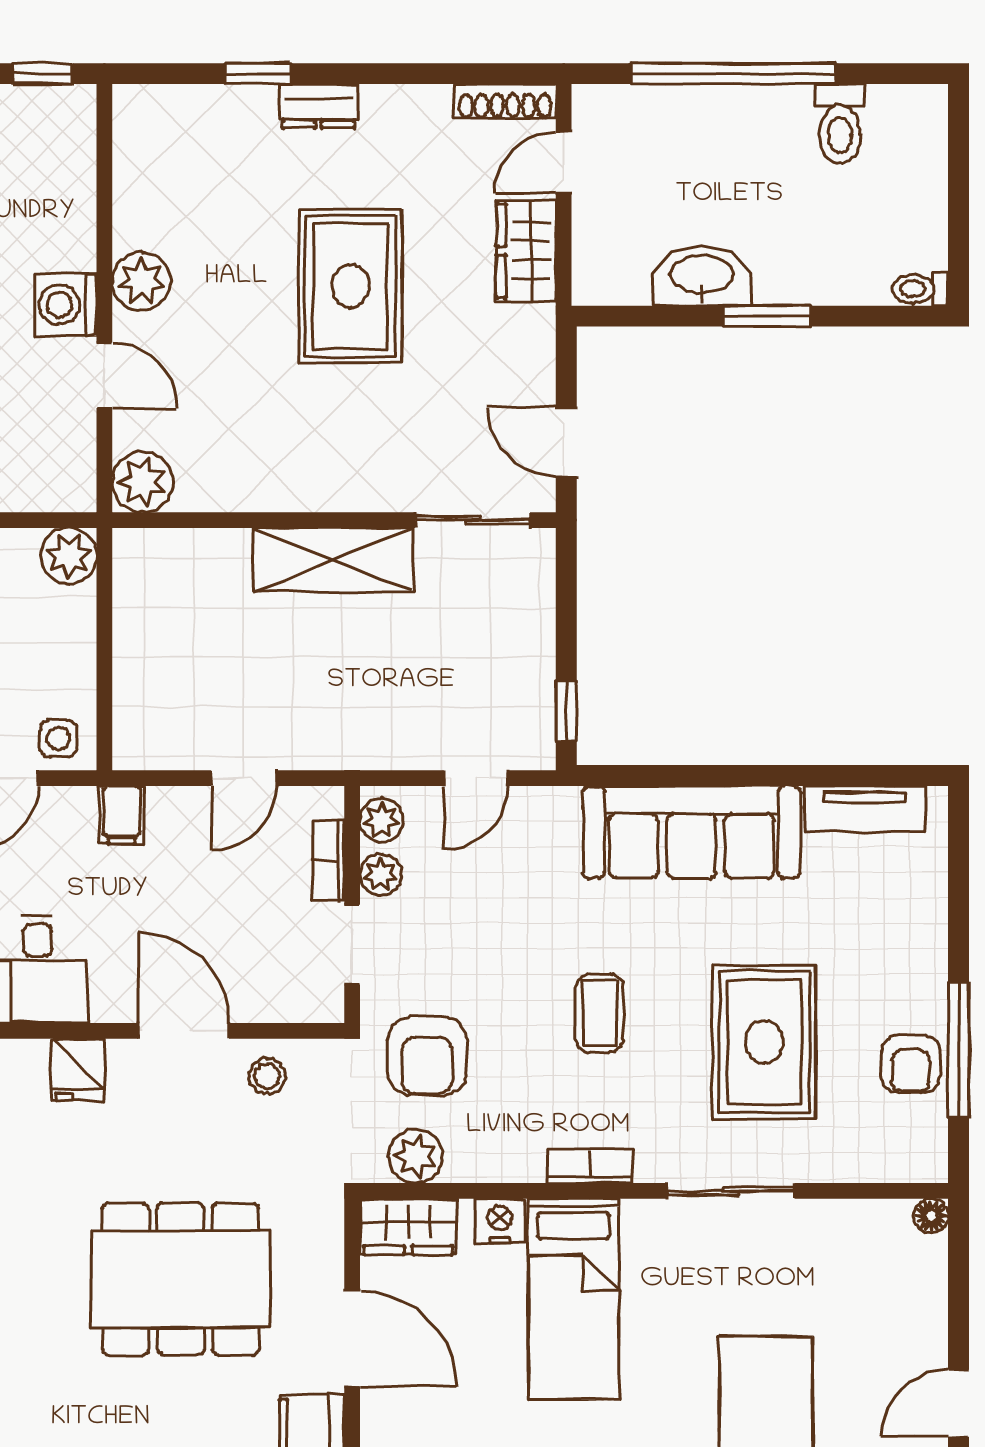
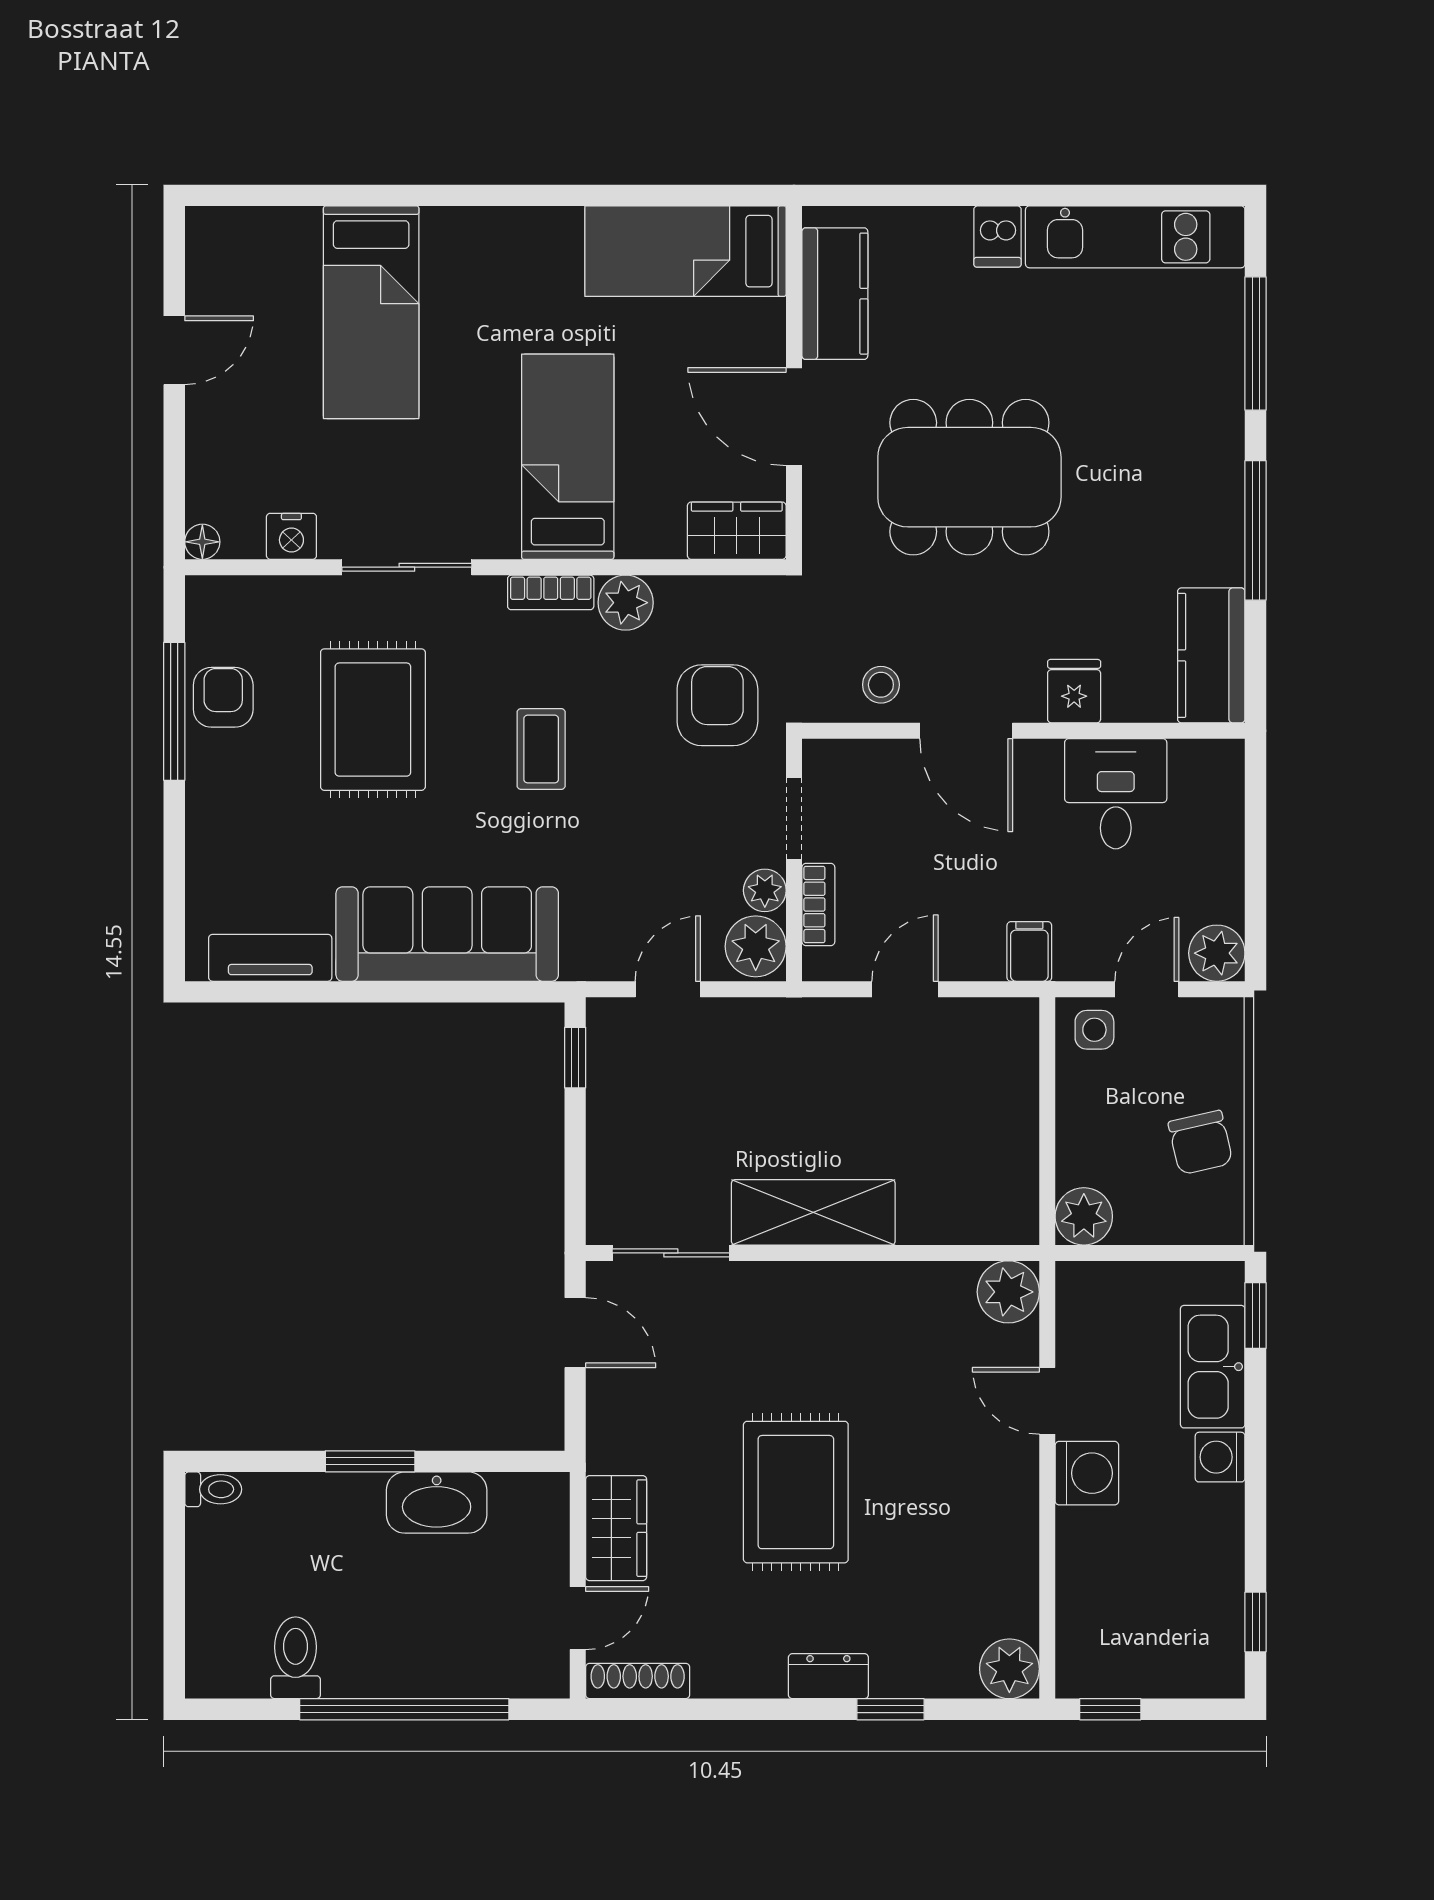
plant: (141, 281) -> (1009, 1669), moved
plant: (382, 820) -> (756, 946), width x1.38, depth x1.38
plant: (416, 1156) -> (626, 603), moved
nightstand: (500, 1221) -> (291, 536), moved

